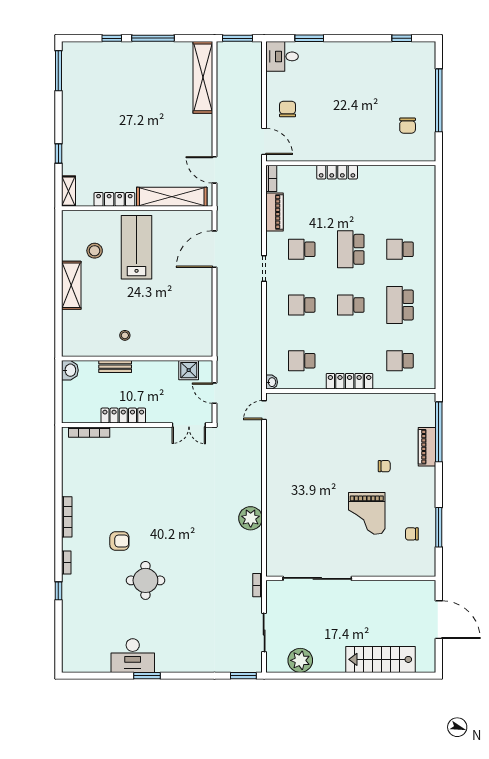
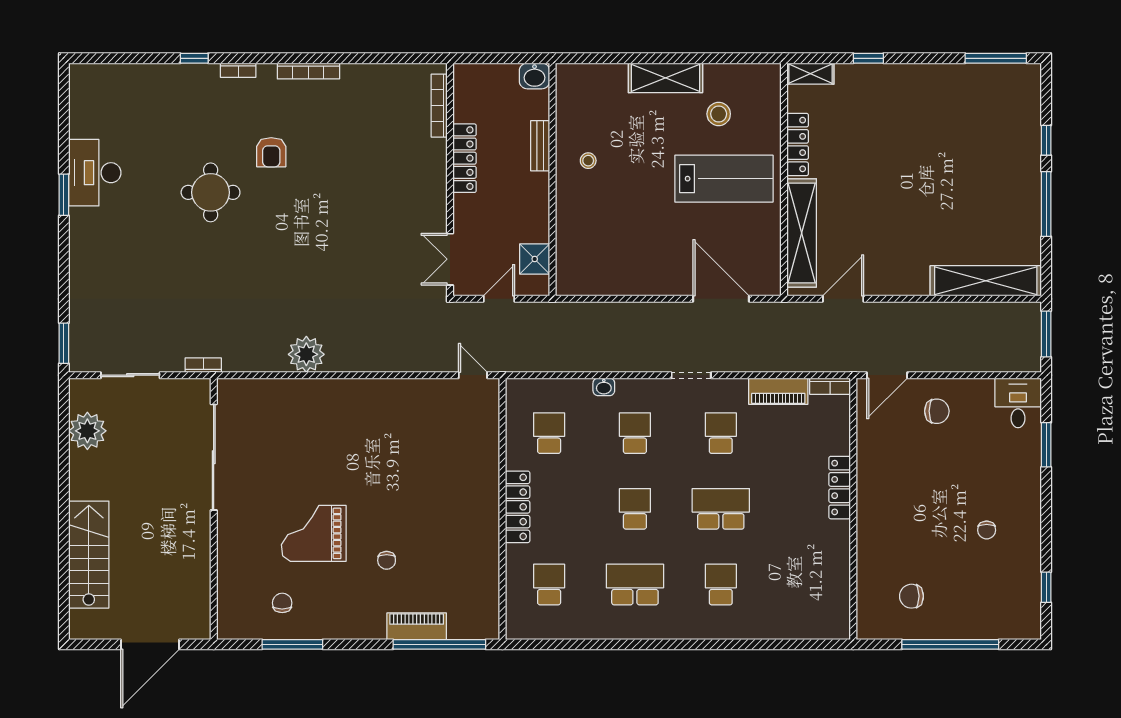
chair: (365, 77) -> (987, 530), added
washbasin: (272, 382) -> (604, 387), moved

